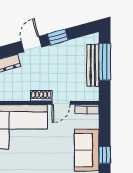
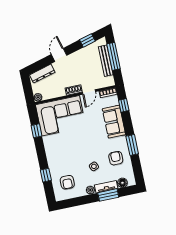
window: (58, 37) -> (87, 40), moved
window: (105, 155) -> (124, 105), moved

